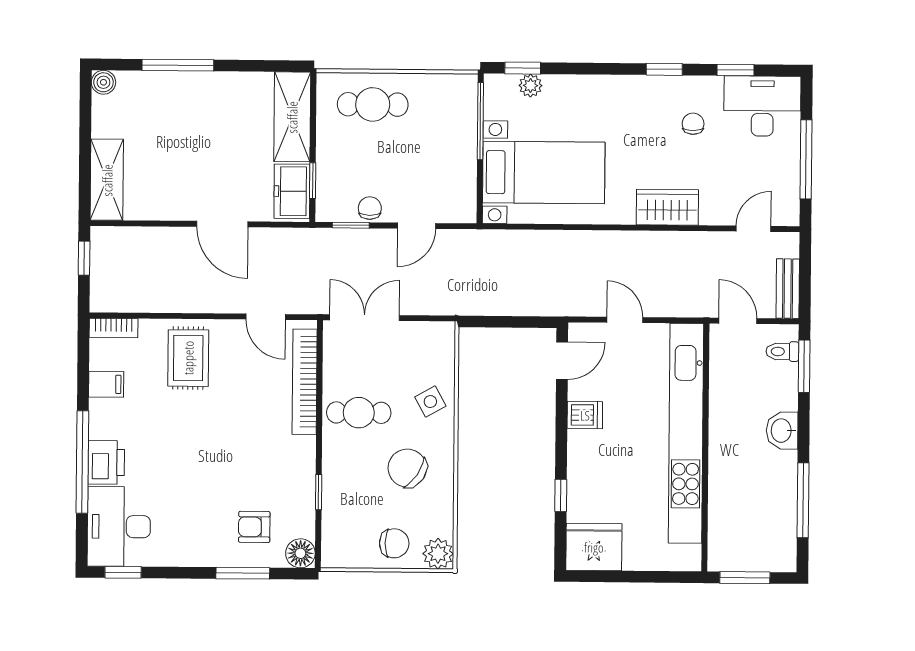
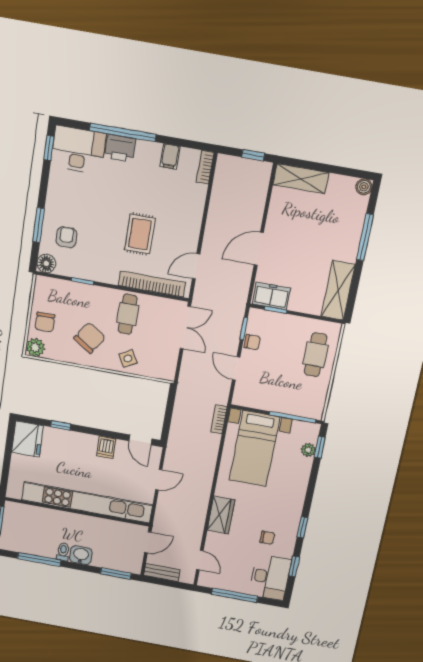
shelving: (292, 117) -> (338, 290), moved, turned 90
bookcase: (505, 239) -> (219, 419), added
toilet: (782, 351) -> (63, 552), moved
rug: (188, 358) -> (140, 234), moved, turned 90

